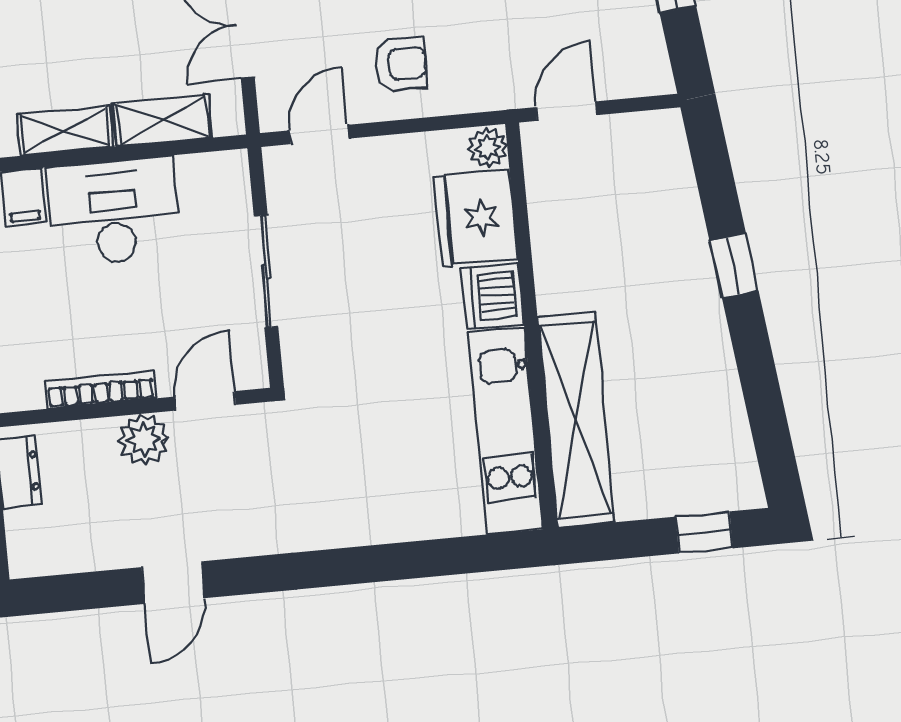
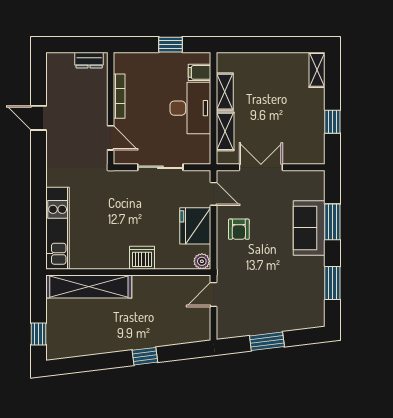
door: (567, 111) -> (214, 295), swing flipped
fridge: (476, 218) -> (195, 226), moved, turned -90
kitchen unit: (505, 431) -> (58, 228), moved, turned 90
plant: (144, 439) -> (97, 112), removed

